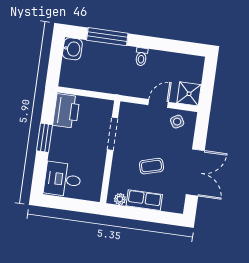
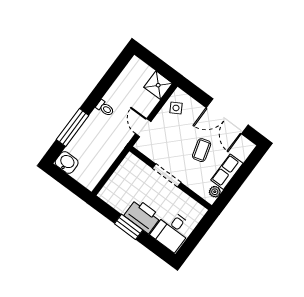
door: (158, 104) -> (143, 128), moved
printer: (66, 111) -> (143, 216), moved
doorway: (113, 134) -> (167, 175), moved
double door: (195, 173) -> (227, 116), swing flipped

